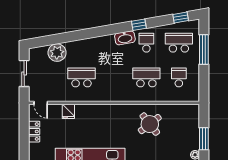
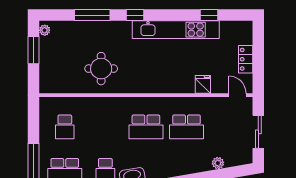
plant: (57, 53) -> (218, 163), width x0.53, depth x0.53
school desk: (146, 77) -> (146, 127), moved
round table: (150, 124) -> (101, 69), turned 38

